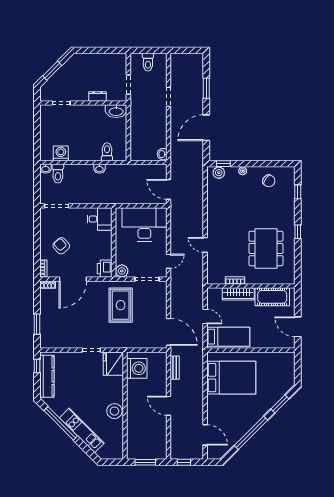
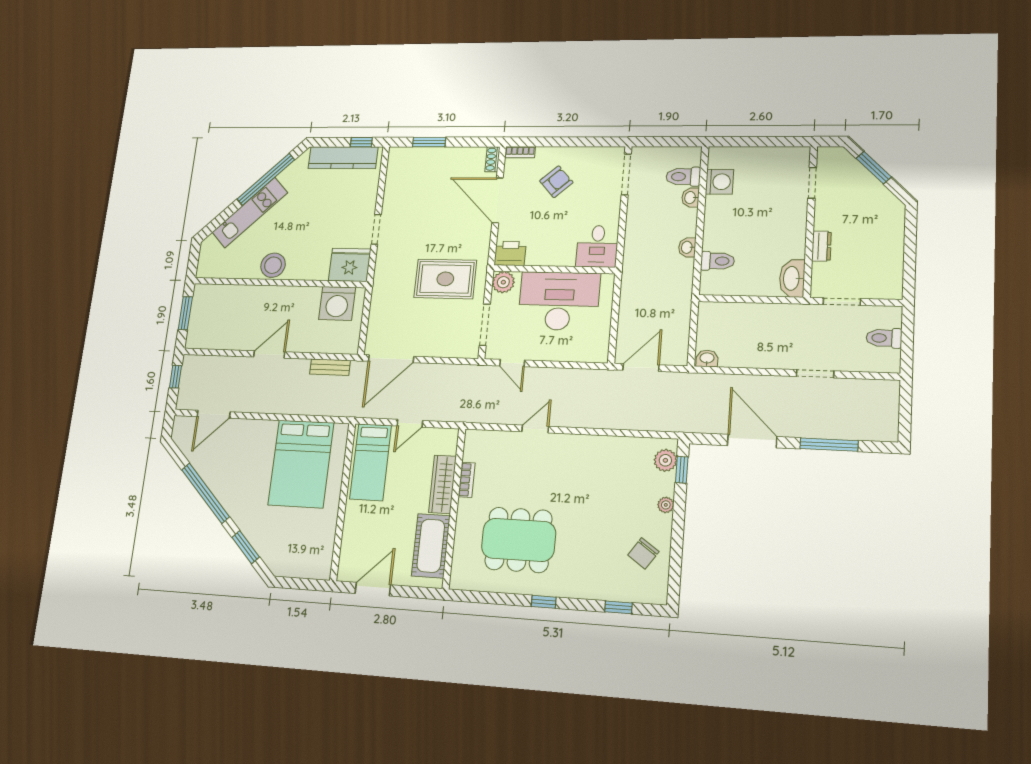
window: (206, 88) -> (829, 445), width x1.44
washbasin: (45, 169) -> (691, 198), moved
desk: (144, 224) -> (559, 301), moved, turned -90

